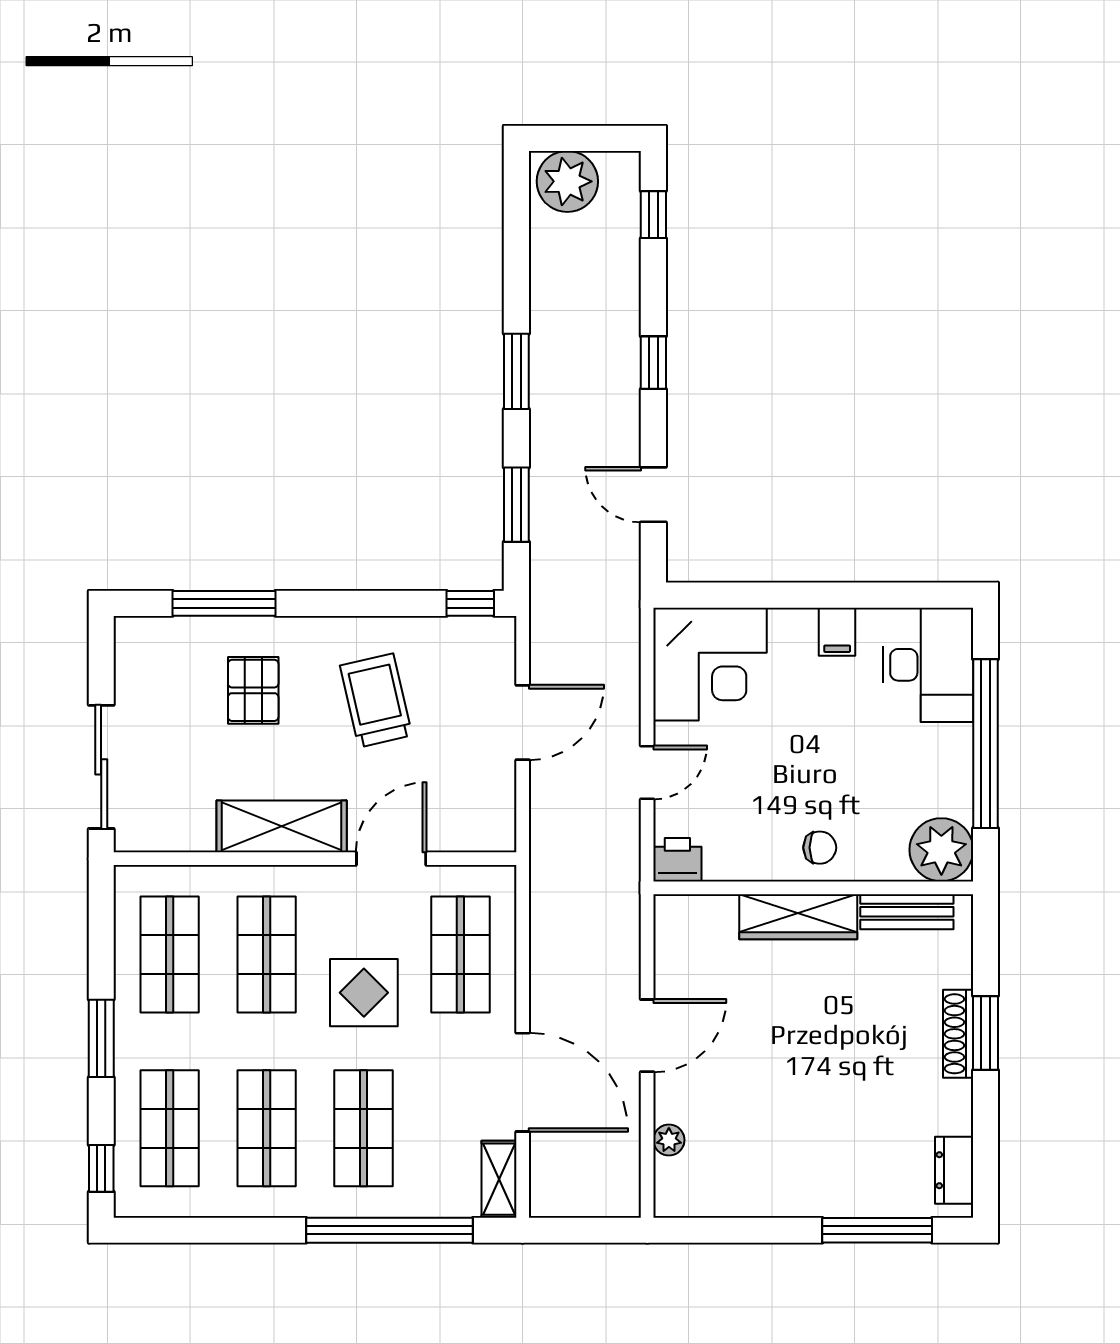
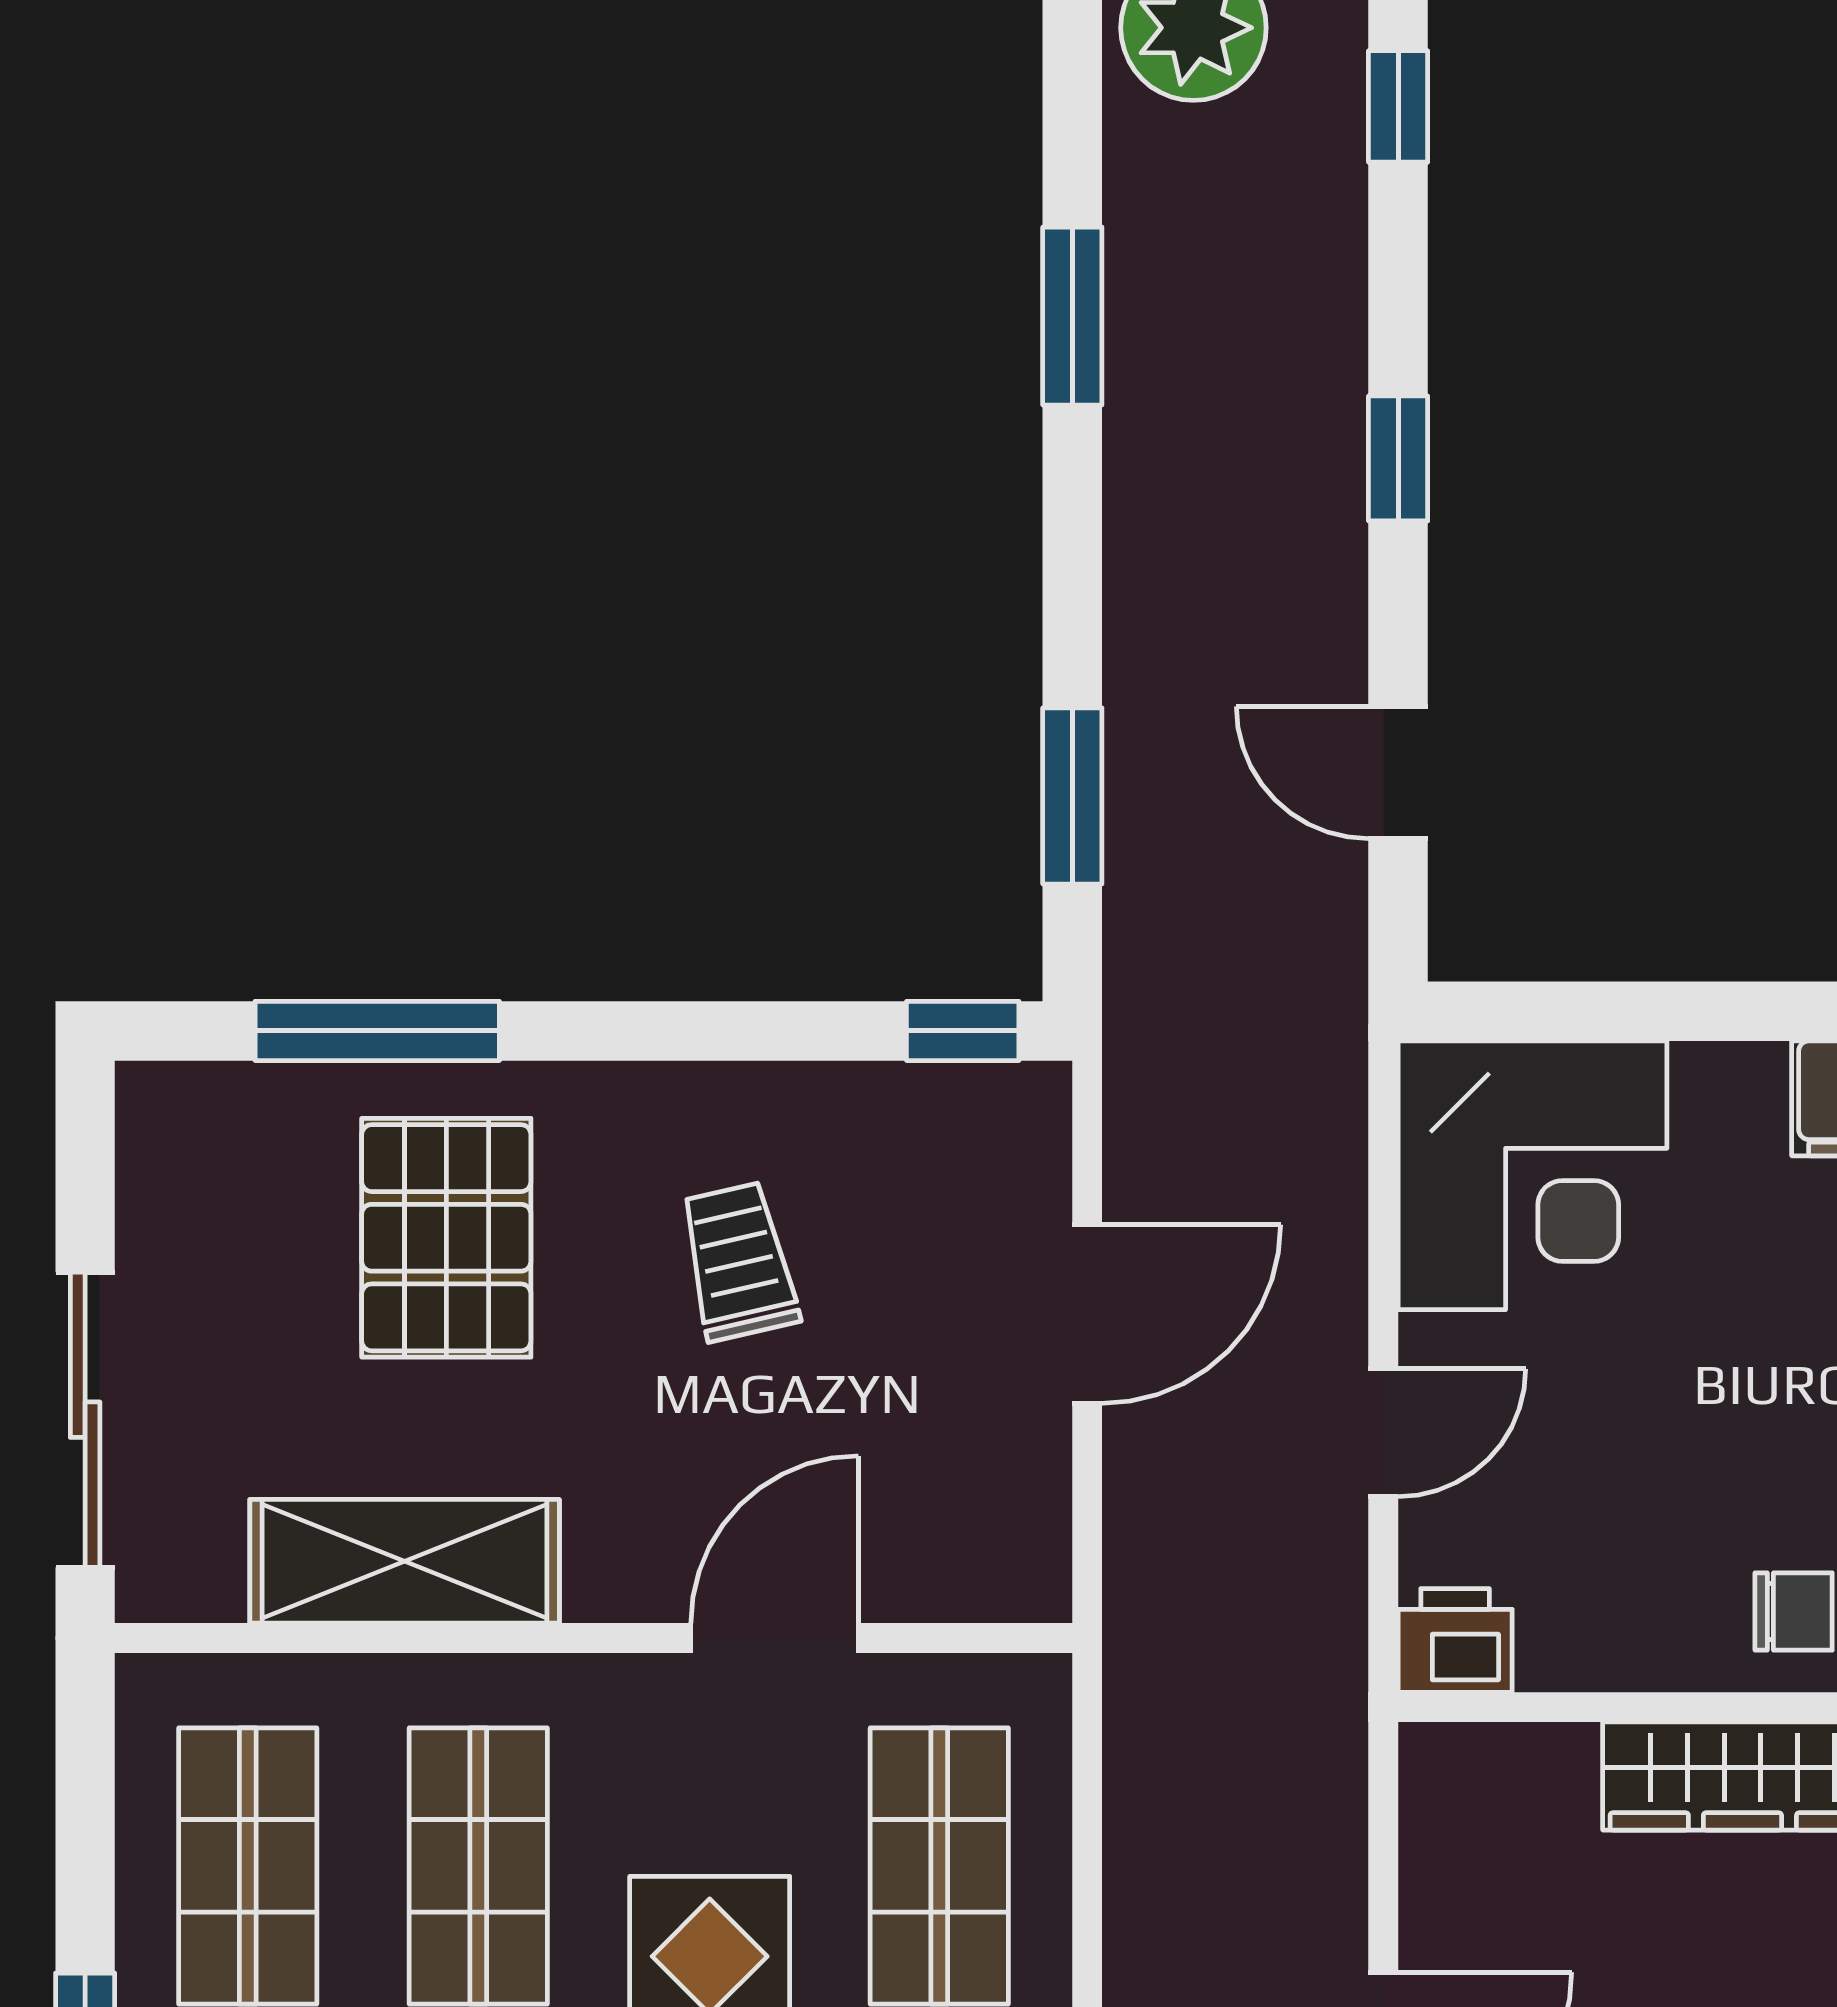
window: (516, 371) -> (1072, 316), moved
pallet: (253, 690) -> (446, 1238), width x1.50, depth x1.42
trolley: (376, 700) -> (738, 1262), width x0.73, depth x0.72
shelving: (282, 826) -> (405, 1561), moved

